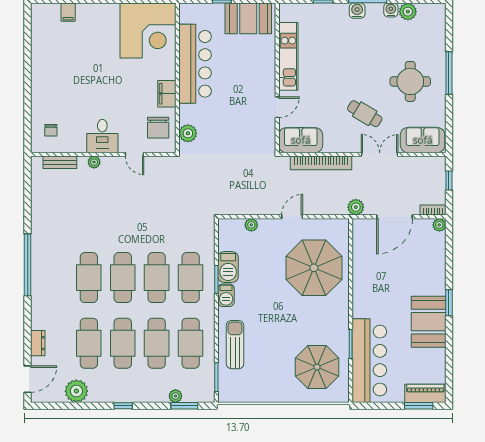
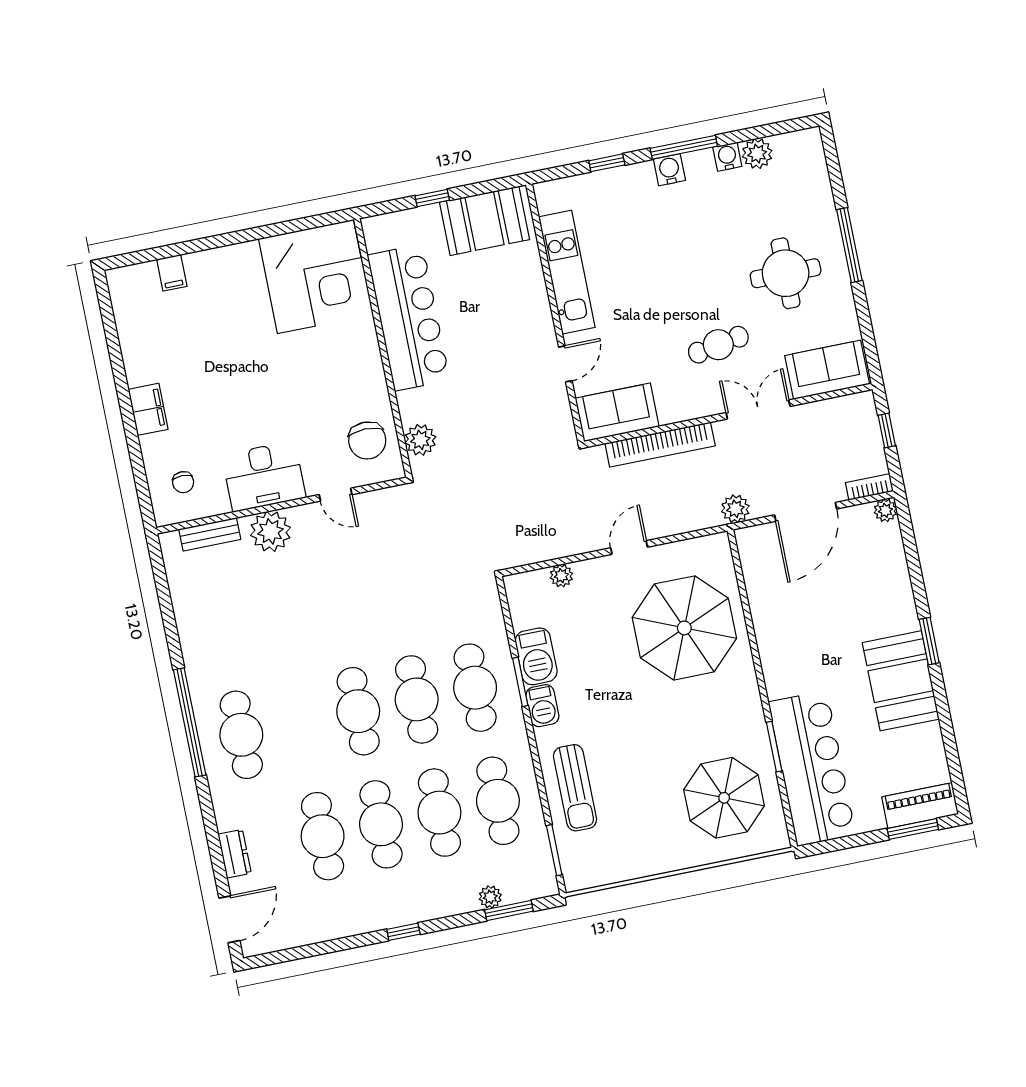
filing cabinet: (167, 94) -> (148, 409), moved, turned 180
cafe table: (365, 114) -> (718, 345), turned -41
desk: (102, 136) -> (264, 476), width x1.37
plant: (94, 162) -> (271, 531), width x1.88, depth x1.88
cafe table: (89, 278) -> (241, 735), moved
sun lounger: (235, 345) -> (575, 788), turned 180
plant: (76, 391) -> (318, 923), removed

